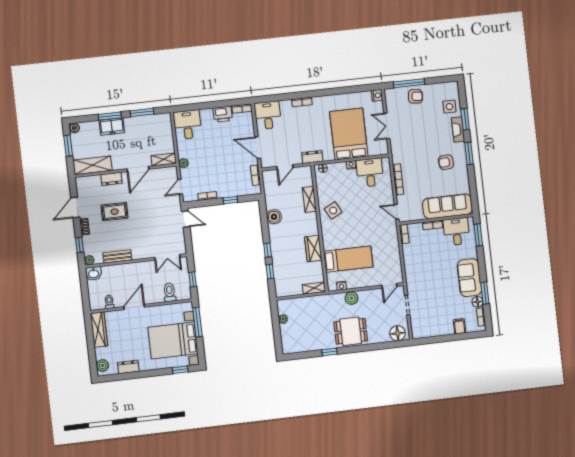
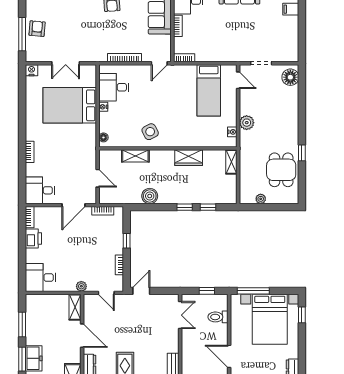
dresser: (312, 157) -> (90, 147), removed
bed: (348, 259) -> (209, 90), moved, turned 180
dining table: (351, 331) -> (281, 170), moved

